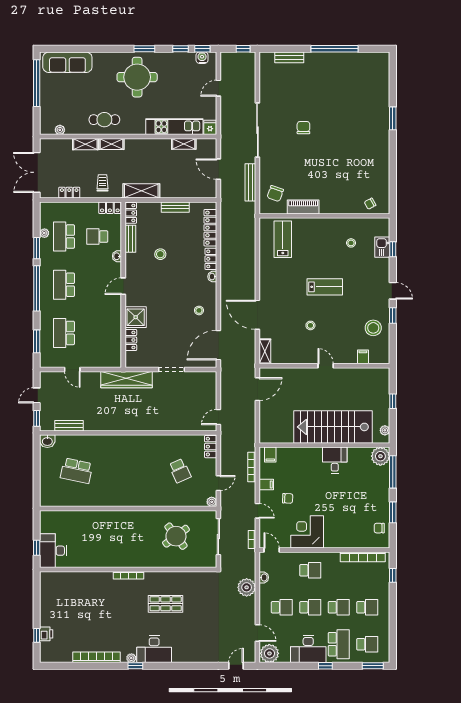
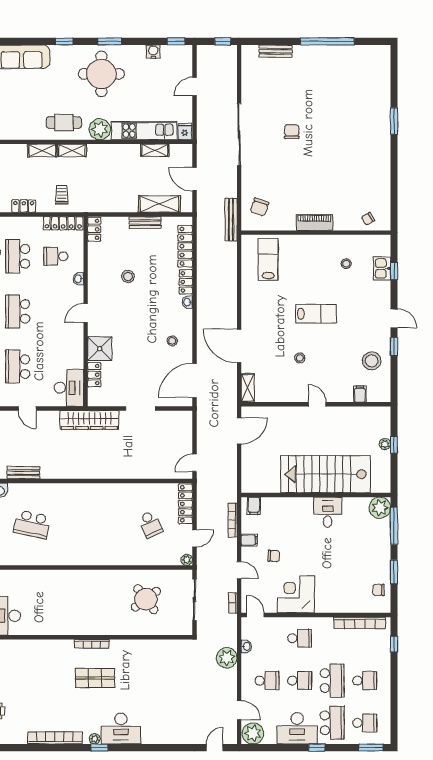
window: (180, 49) -> (64, 41), moved
water cooler: (202, 58) -> (153, 52), moved
plant: (60, 130) -> (100, 129), moved, width x1.87, depth x1.87
bench: (250, 182) -> (231, 220), moved
shelving: (141, 191) -> (159, 204), moved
piano: (303, 207) -> (315, 222), moved
locker: (110, 208) -> (63, 223), width x1.53
bench: (130, 239) -> (94, 259), removed
desk: (109, 351) -> (69, 388), added
plant: (385, 430) -> (385, 444), moved
locker: (211, 447) -> (185, 504), width x1.53
shop shelf: (166, 604) -> (95, 678), moved
school desk: (339, 607) -> (332, 681), width x1.85

